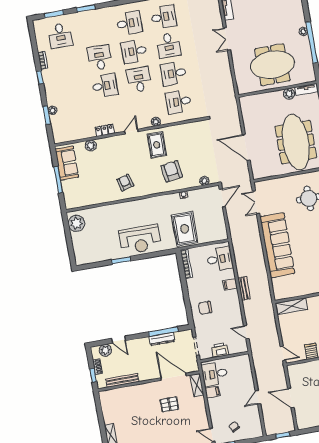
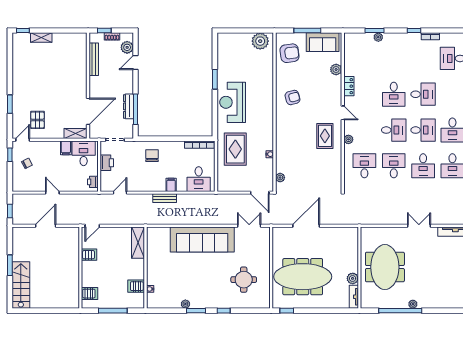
desk: (169, 45) -> (423, 166), turned -90
desk: (134, 51) -> (423, 130), turned 90
rug: (157, 145) -> (325, 136), turned 90
armchair: (172, 171) -> (290, 53), moved
rug: (185, 229) -> (235, 149), turned 90
printer: (241, 360) -> (93, 182), added
pallet: (169, 404) -> (37, 120), moved

